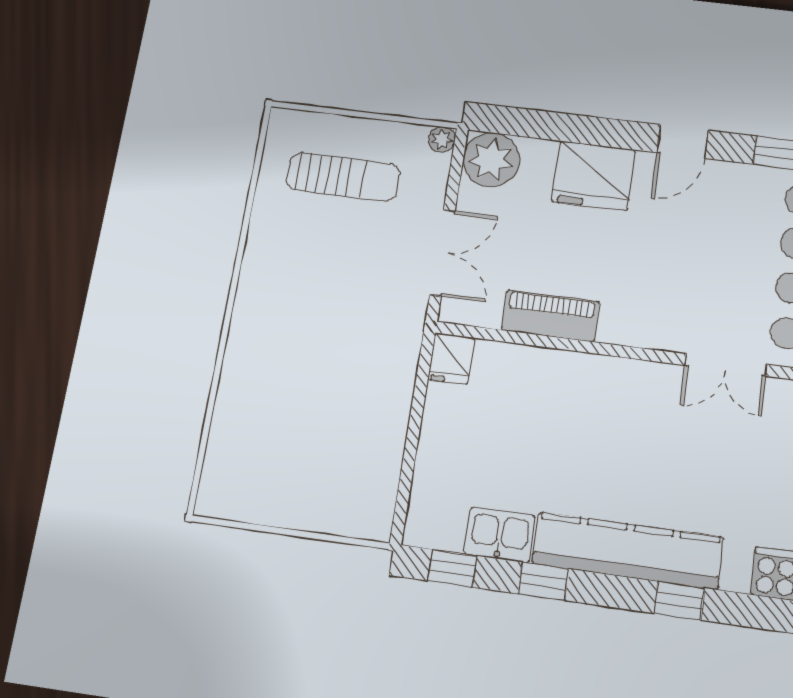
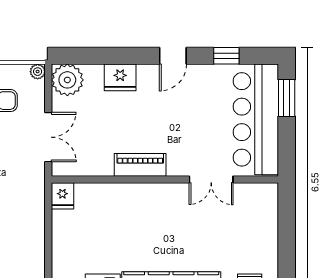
fridge: (594, 176) -> (120, 77), width x0.73, depth x0.75
piano: (550, 316) -> (140, 165), moved

